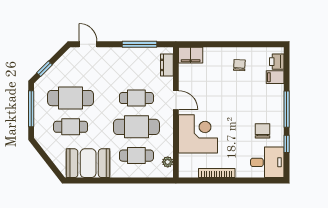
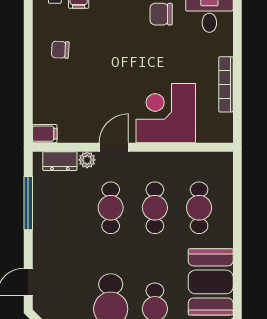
filing cabinet: (191, 55) -> (45, 134), width x0.50
cafe table: (136, 127) -> (155, 208), width x0.73, depth x0.74
plant: (168, 162) -> (87, 160), moved

